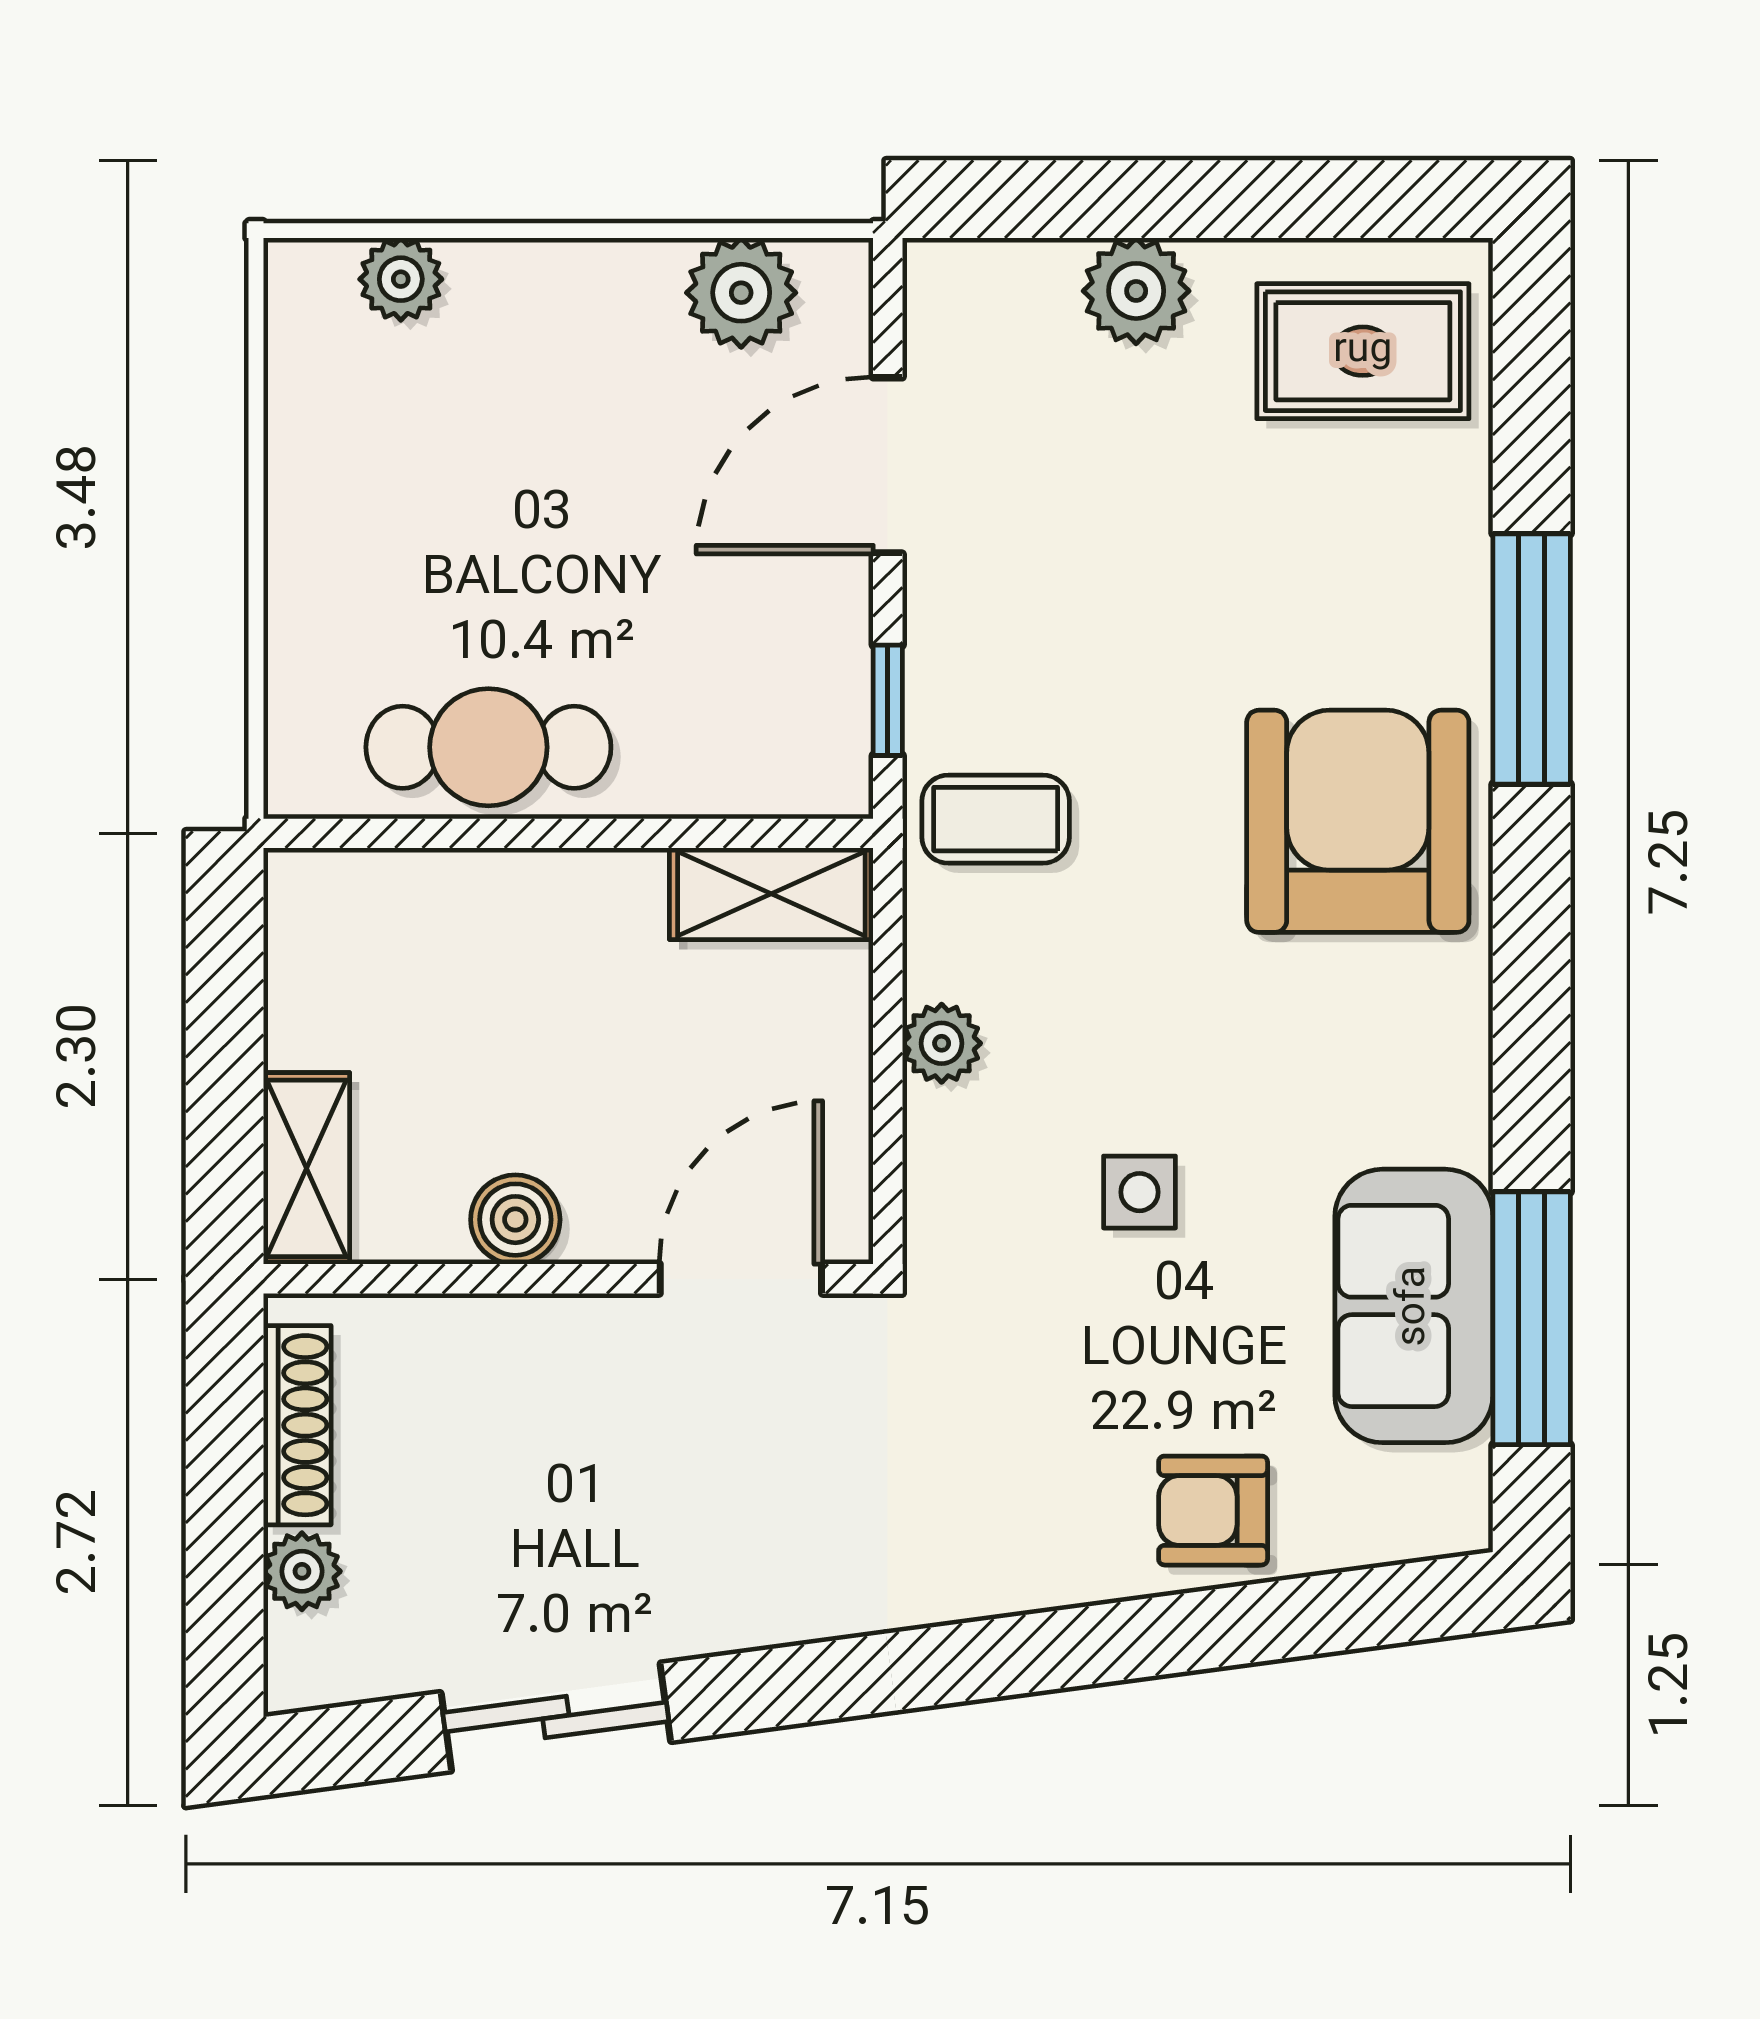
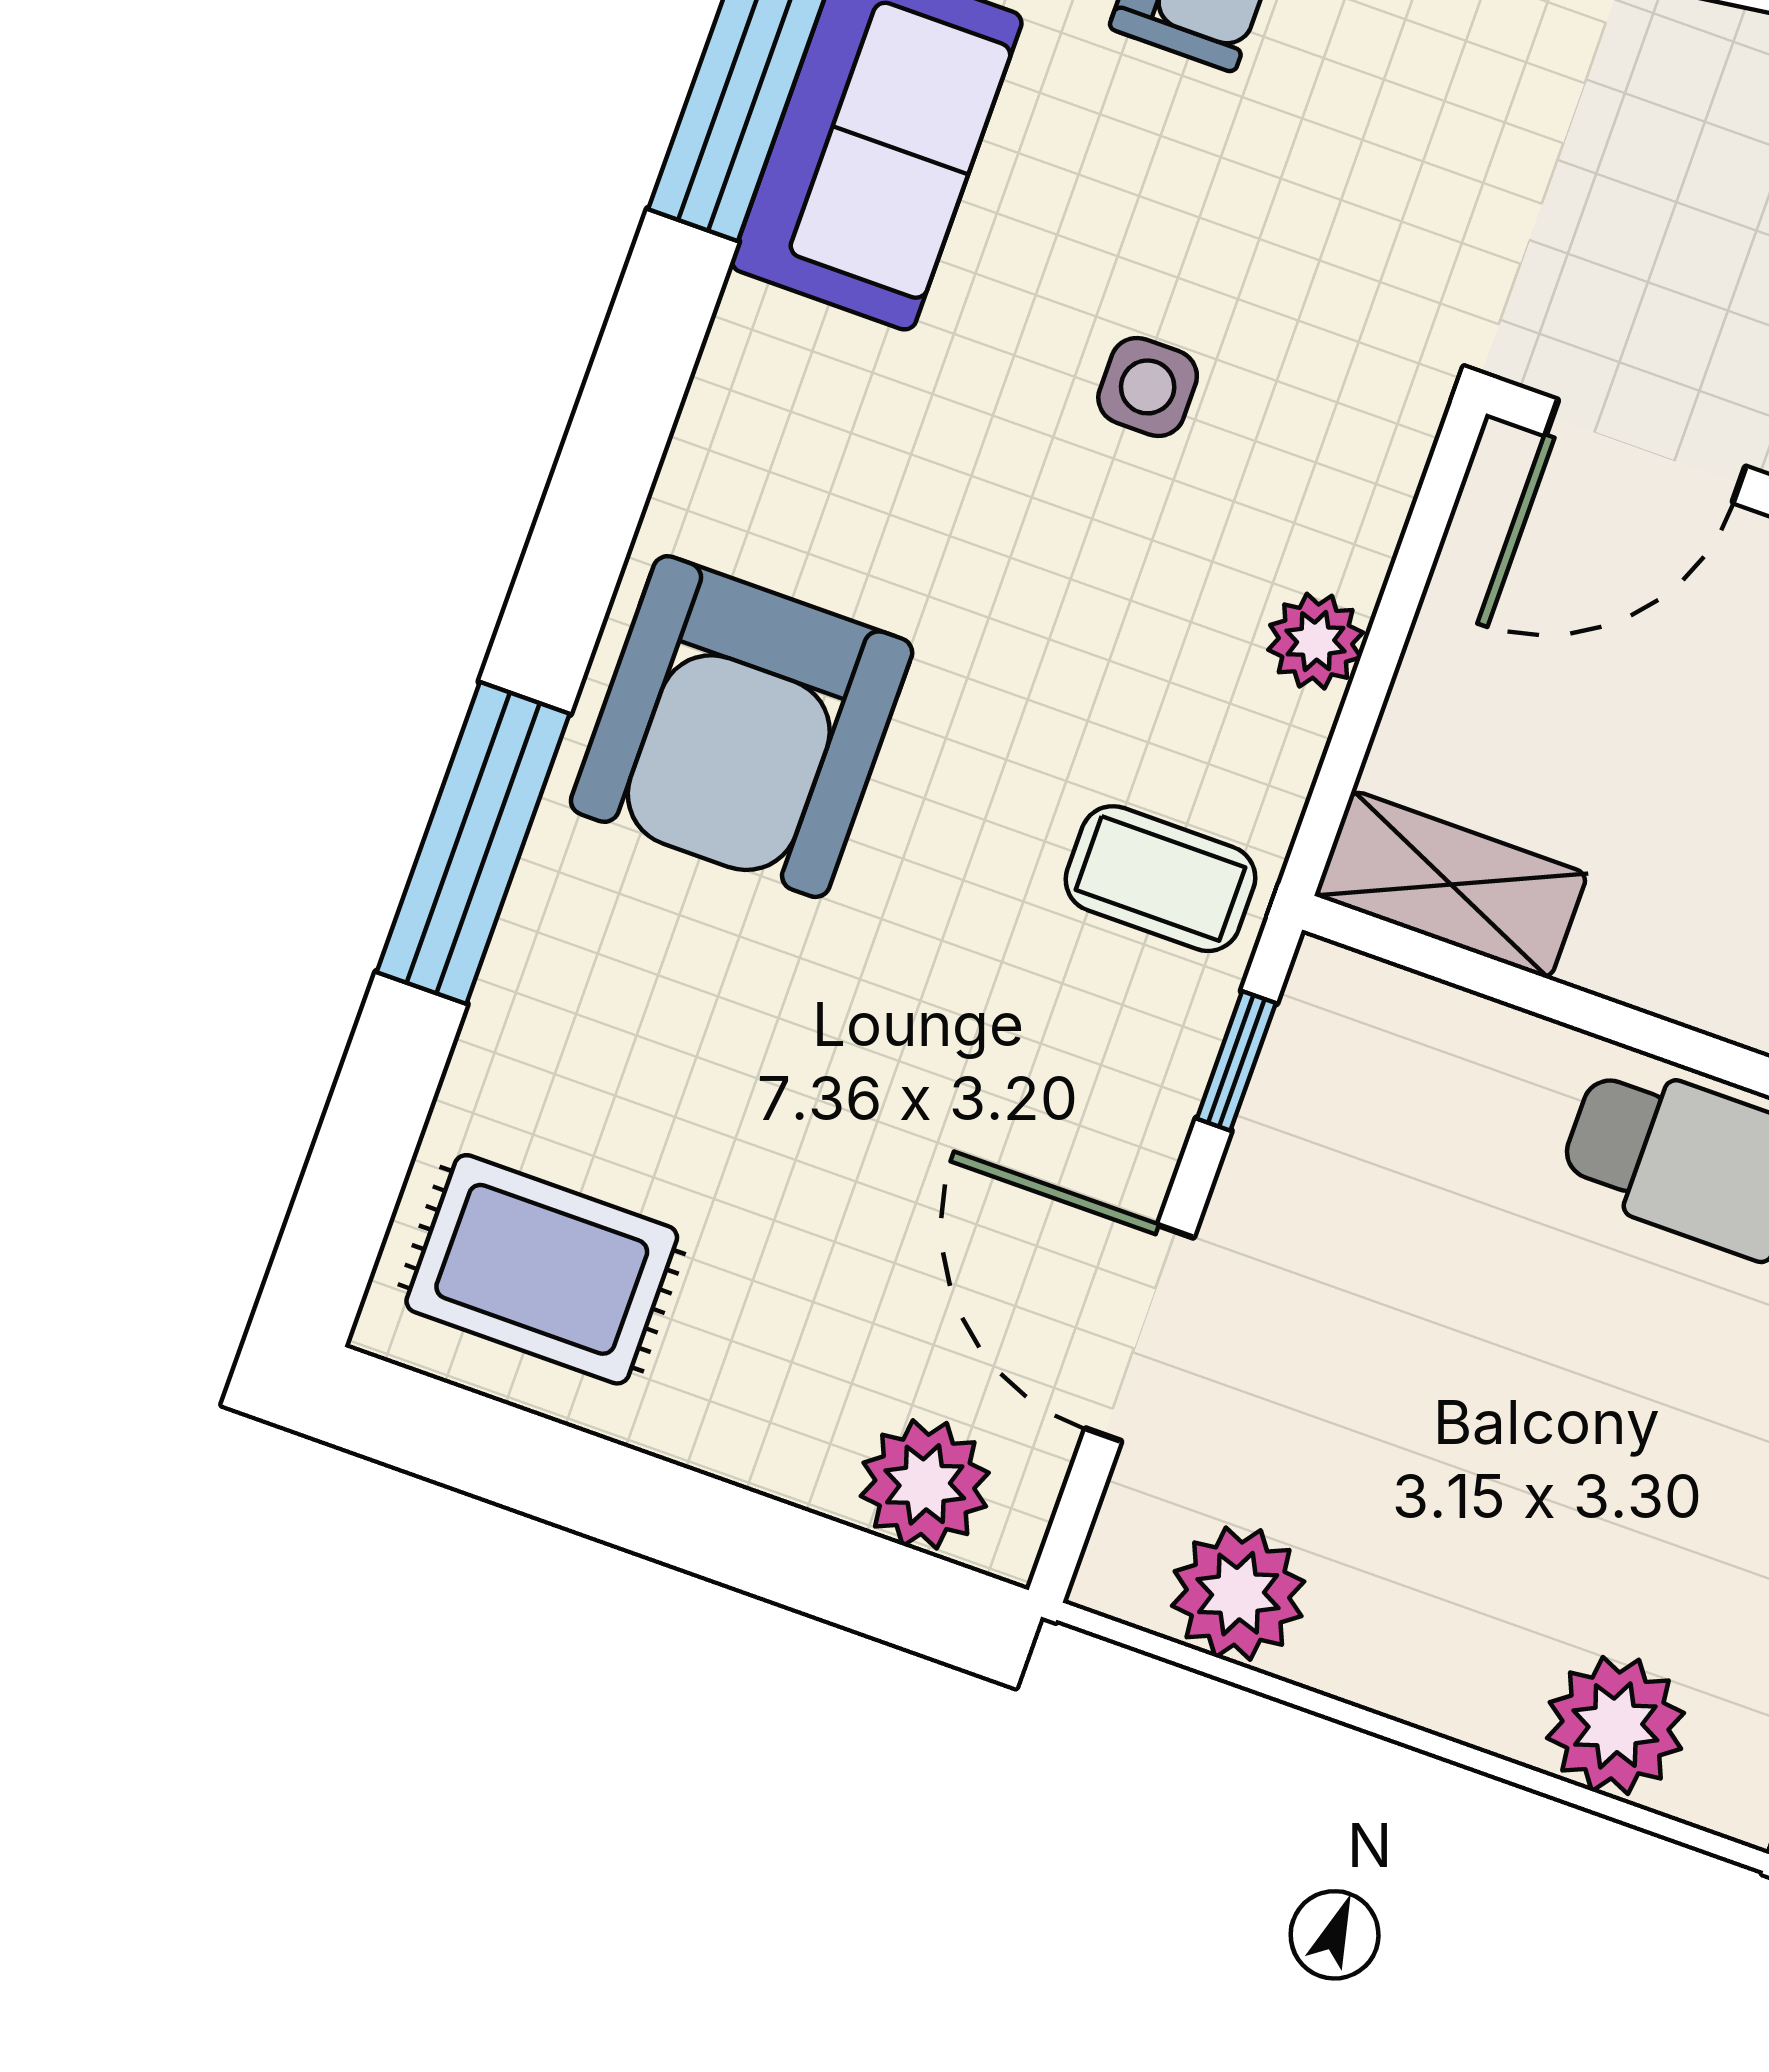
plant: (401, 279) -> (1615, 1725), width x1.38, depth x1.38
plant: (1136, 291) -> (925, 1484), moved
door: (888, 465) -> (1139, 1333), swing flipped

